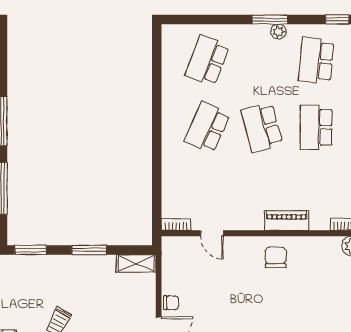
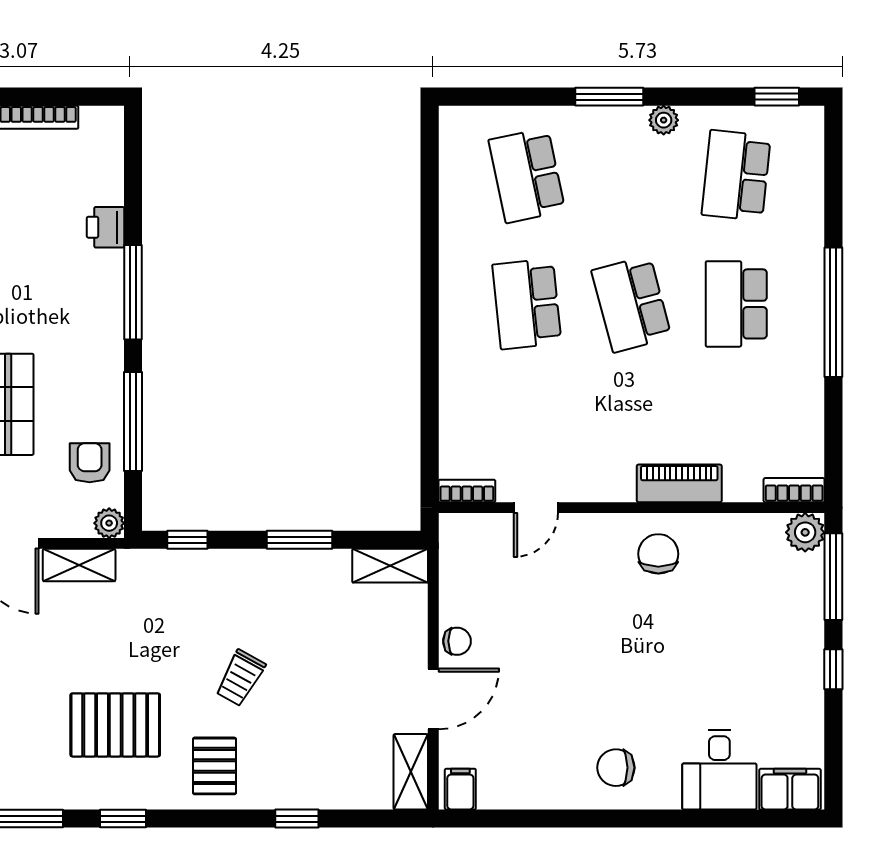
window: (270, 20) -> (609, 97), moved
school desk: (207, 60) -> (527, 175), turned -33
school desk: (207, 127) -> (527, 304), turned -30
door: (212, 233) -> (536, 508), hinge flipped
window: (31, 250) -> (187, 540), width x0.67

